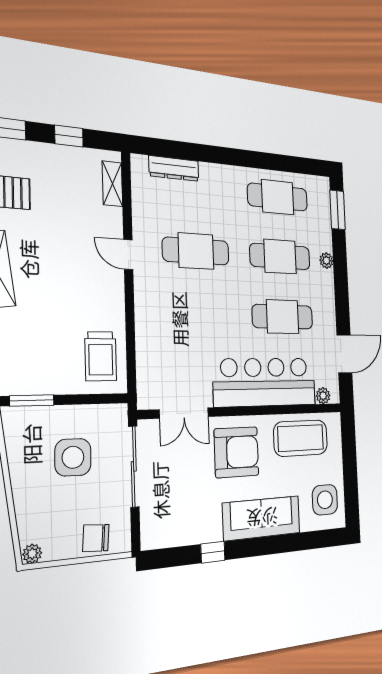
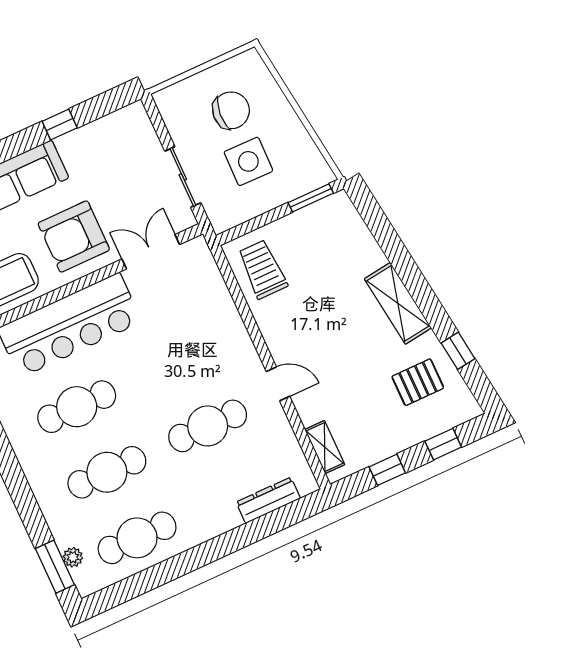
plant: (326, 261) -> (73, 557), moved
sliding door: (134, 466) -> (183, 177), width x0.73
chair: (96, 538) -> (231, 110), moved, width x1.37, depth x1.37
plant: (32, 554) -> (249, 59), removed

